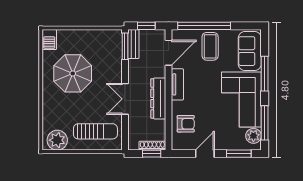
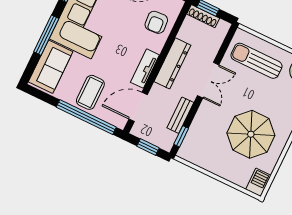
bench: (133, 44) -> (180, 115), moved
window: (125, 46) -> (181, 136), width x0.67
armchair: (186, 124) -> (156, 22), turned -94

